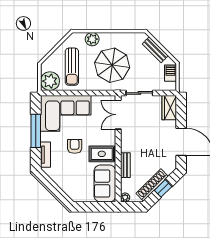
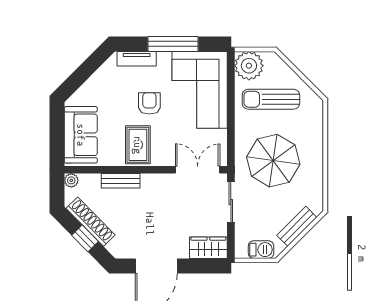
plant: (92, 39) -> (313, 130), removed
armchair: (75, 146) -> (149, 103), turned -90
sofa: (105, 183) -> (81, 135), moved, turned 90

